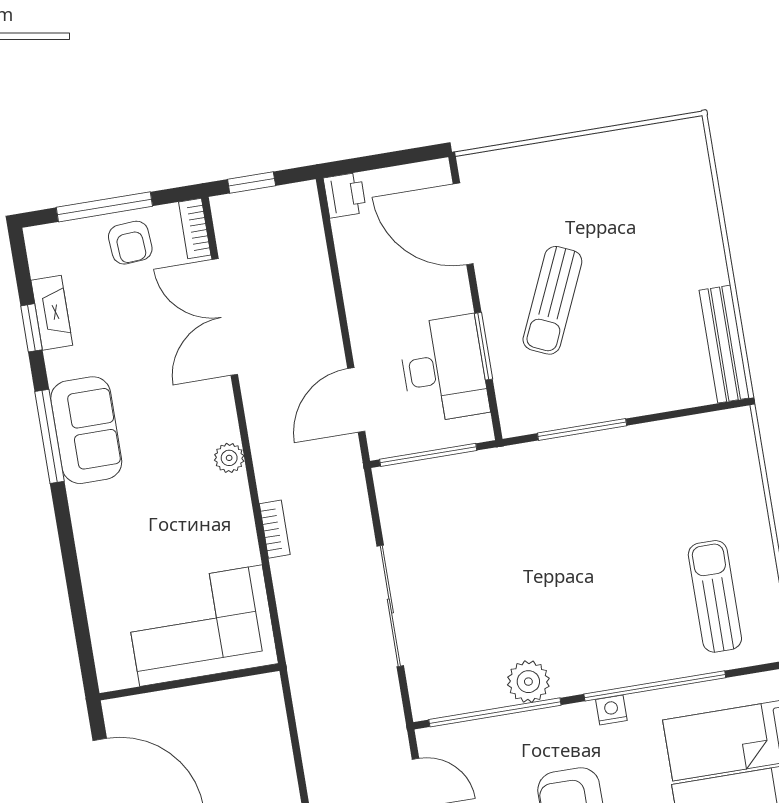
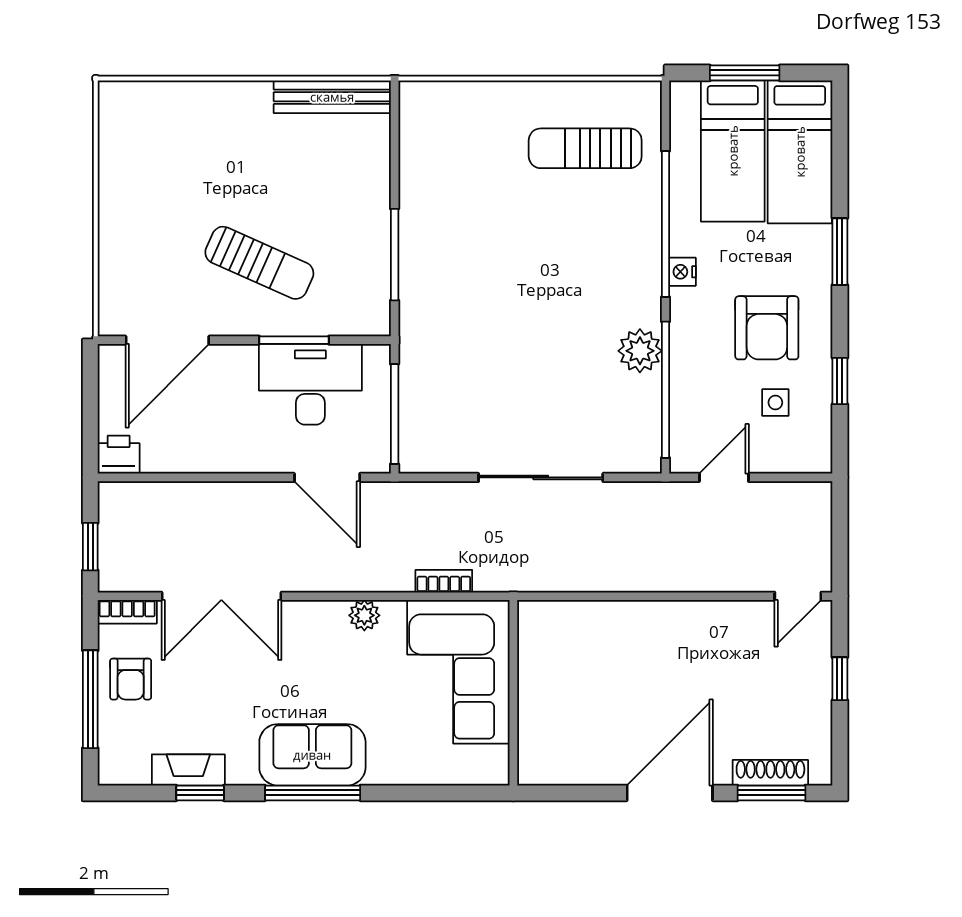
armchair: (130, 243) -> (131, 679), turned 94
corner sofa: (201, 626) -> (458, 672), moved
wall: (189, 682) -> (513, 693), moved

